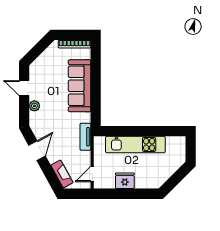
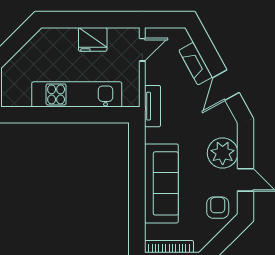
armchair: (42, 70) -> (218, 208), added
plant: (34, 106) -> (223, 153), width x1.88, depth x1.88
fireplace: (62, 174) -> (196, 64), moved

